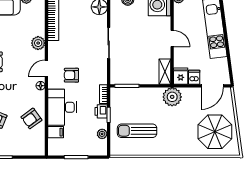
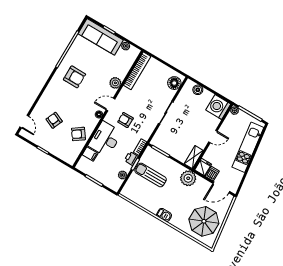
door: (172, 39) -> (213, 137), hinge flipped
sun lounger: (137, 131) -> (151, 175), moved
barbecue: (170, 150) -> (164, 215), added

